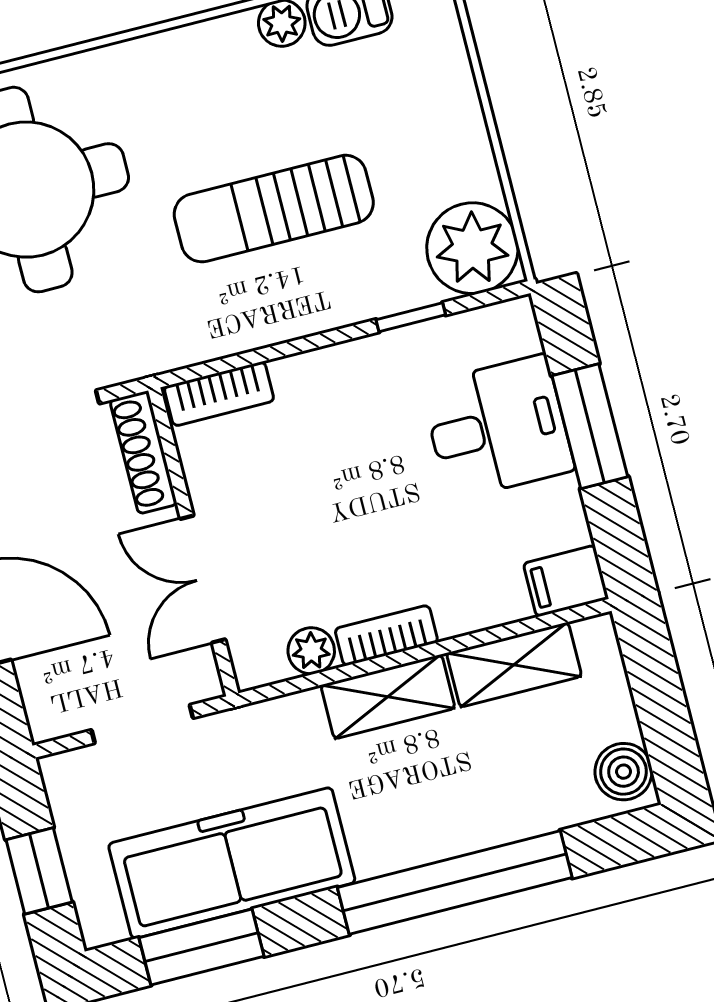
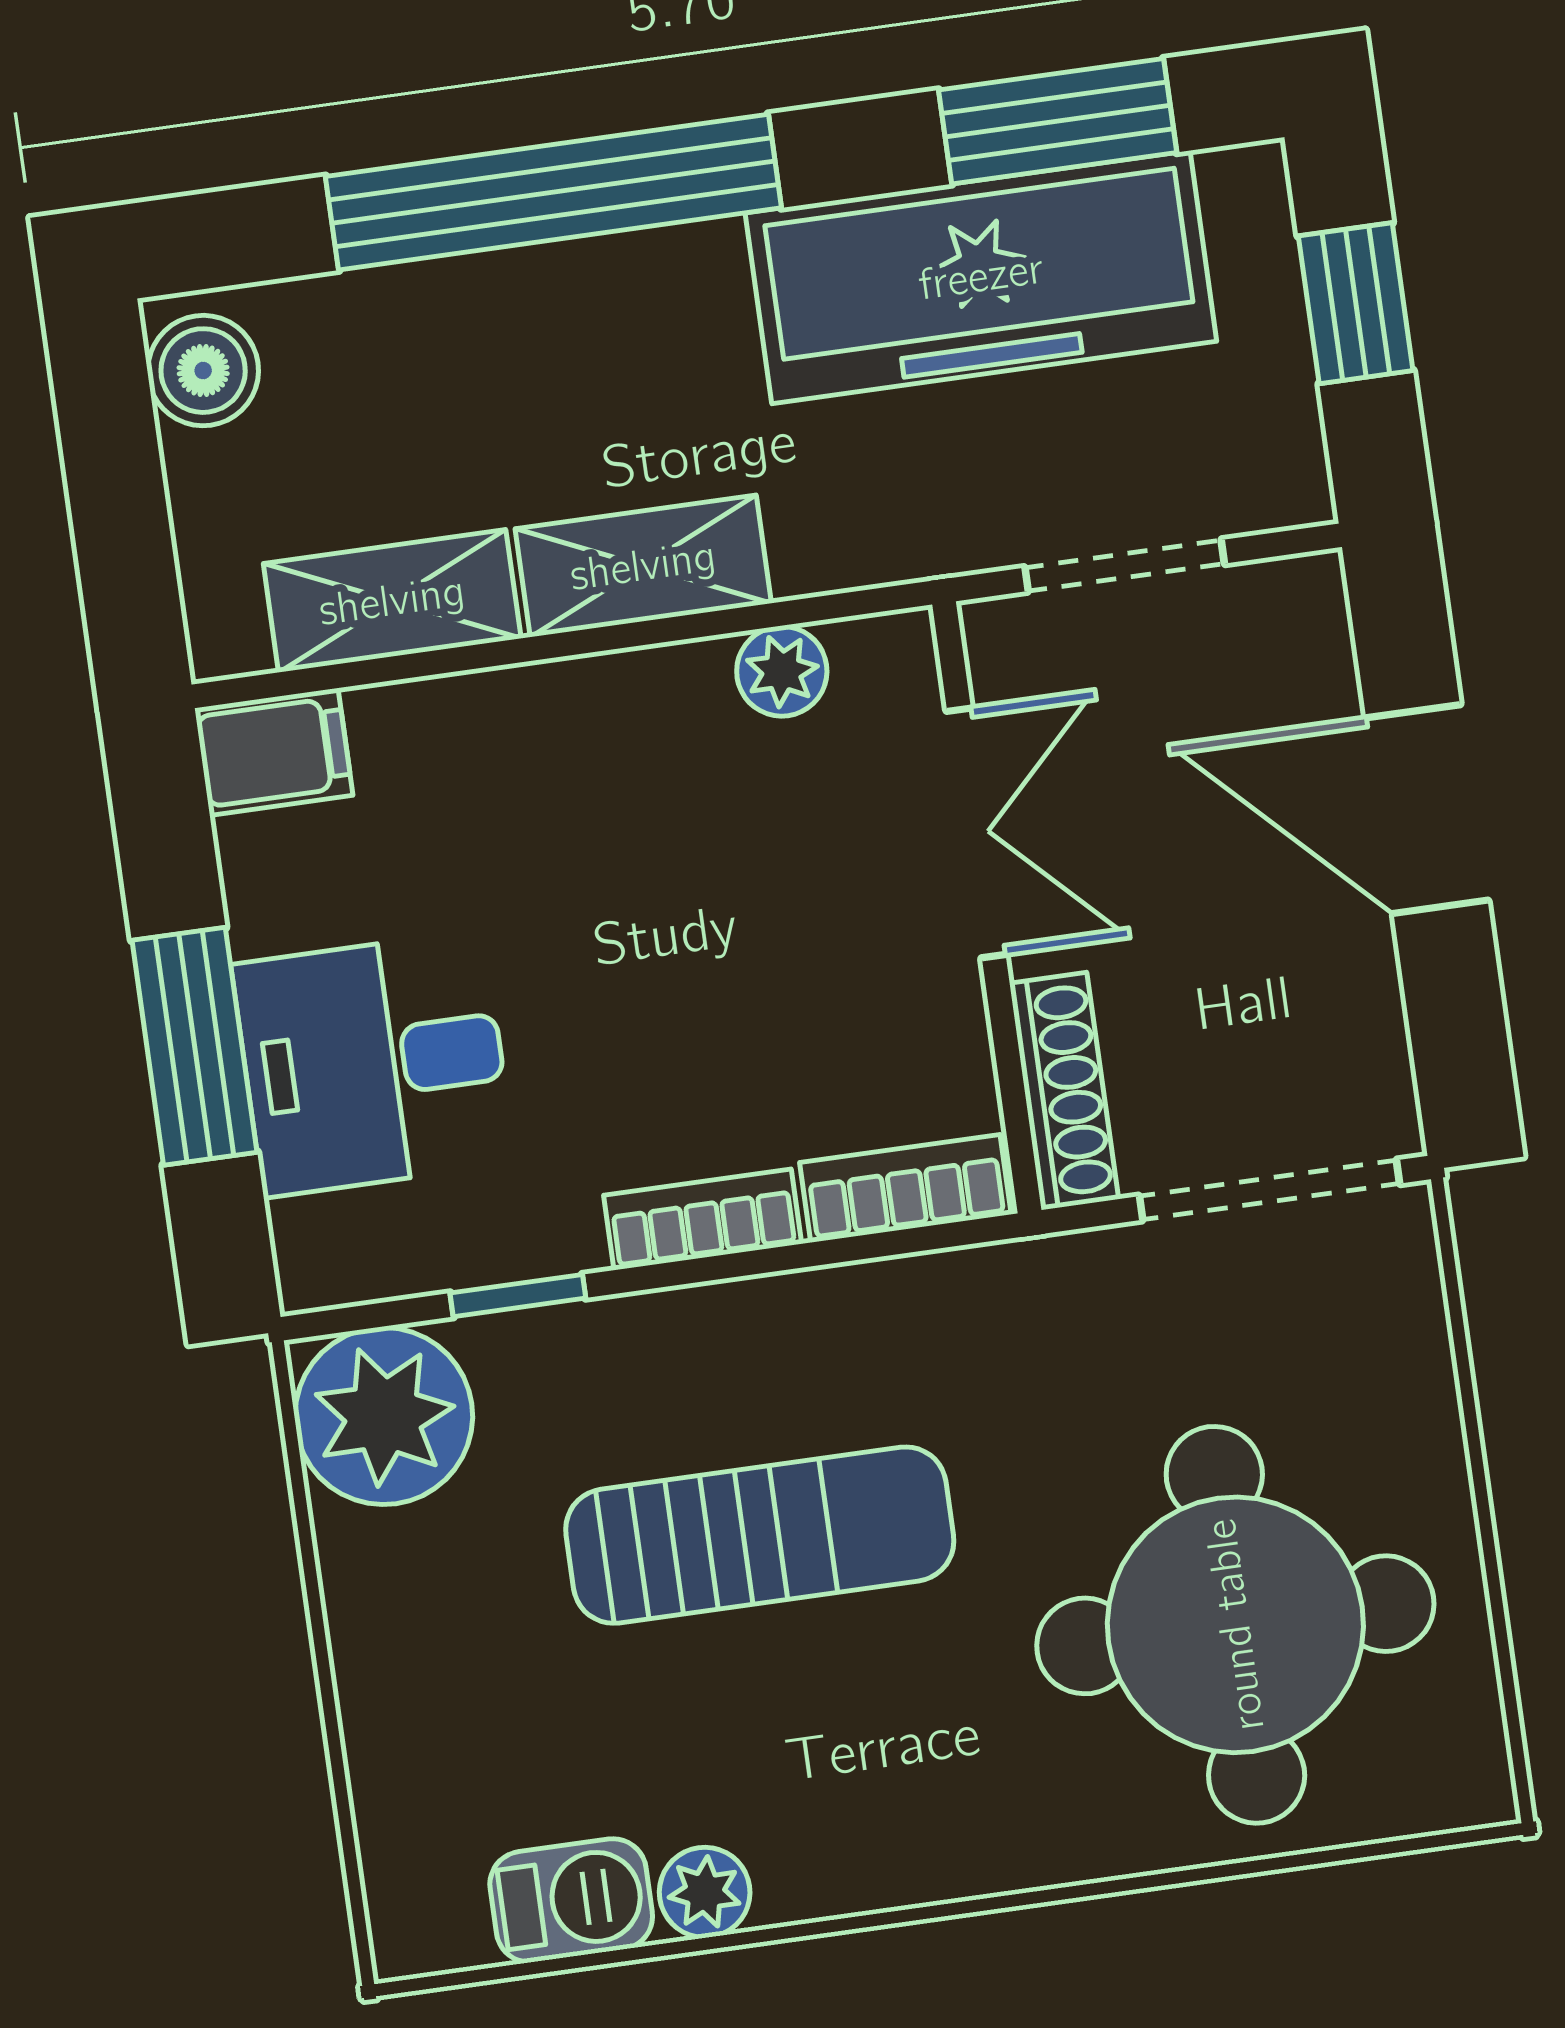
bookcase: (386, 635) -> (703, 1219), moved, turned 180

